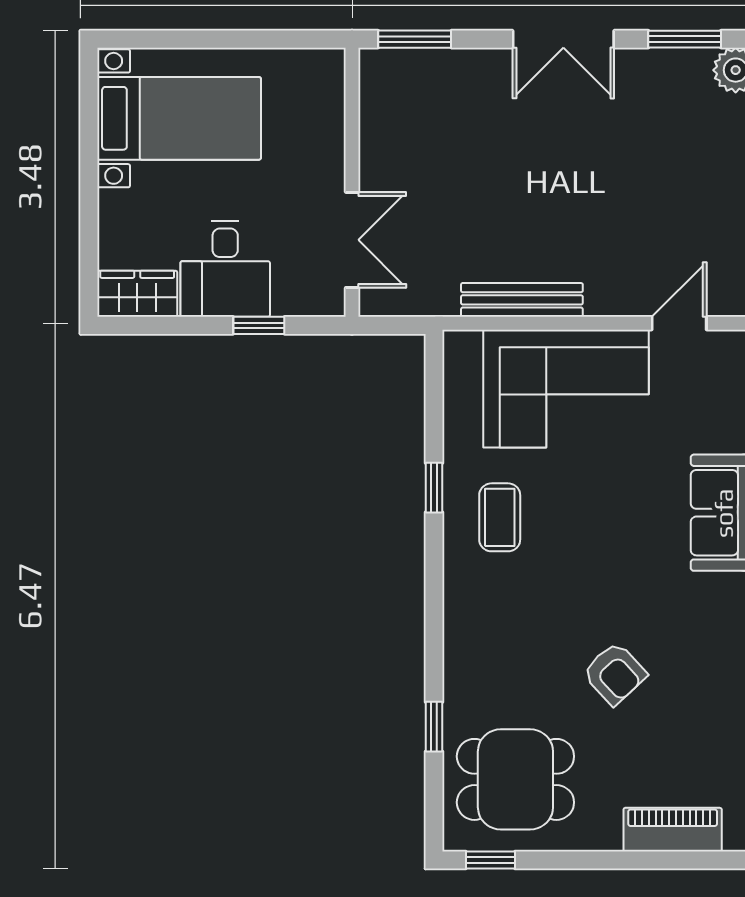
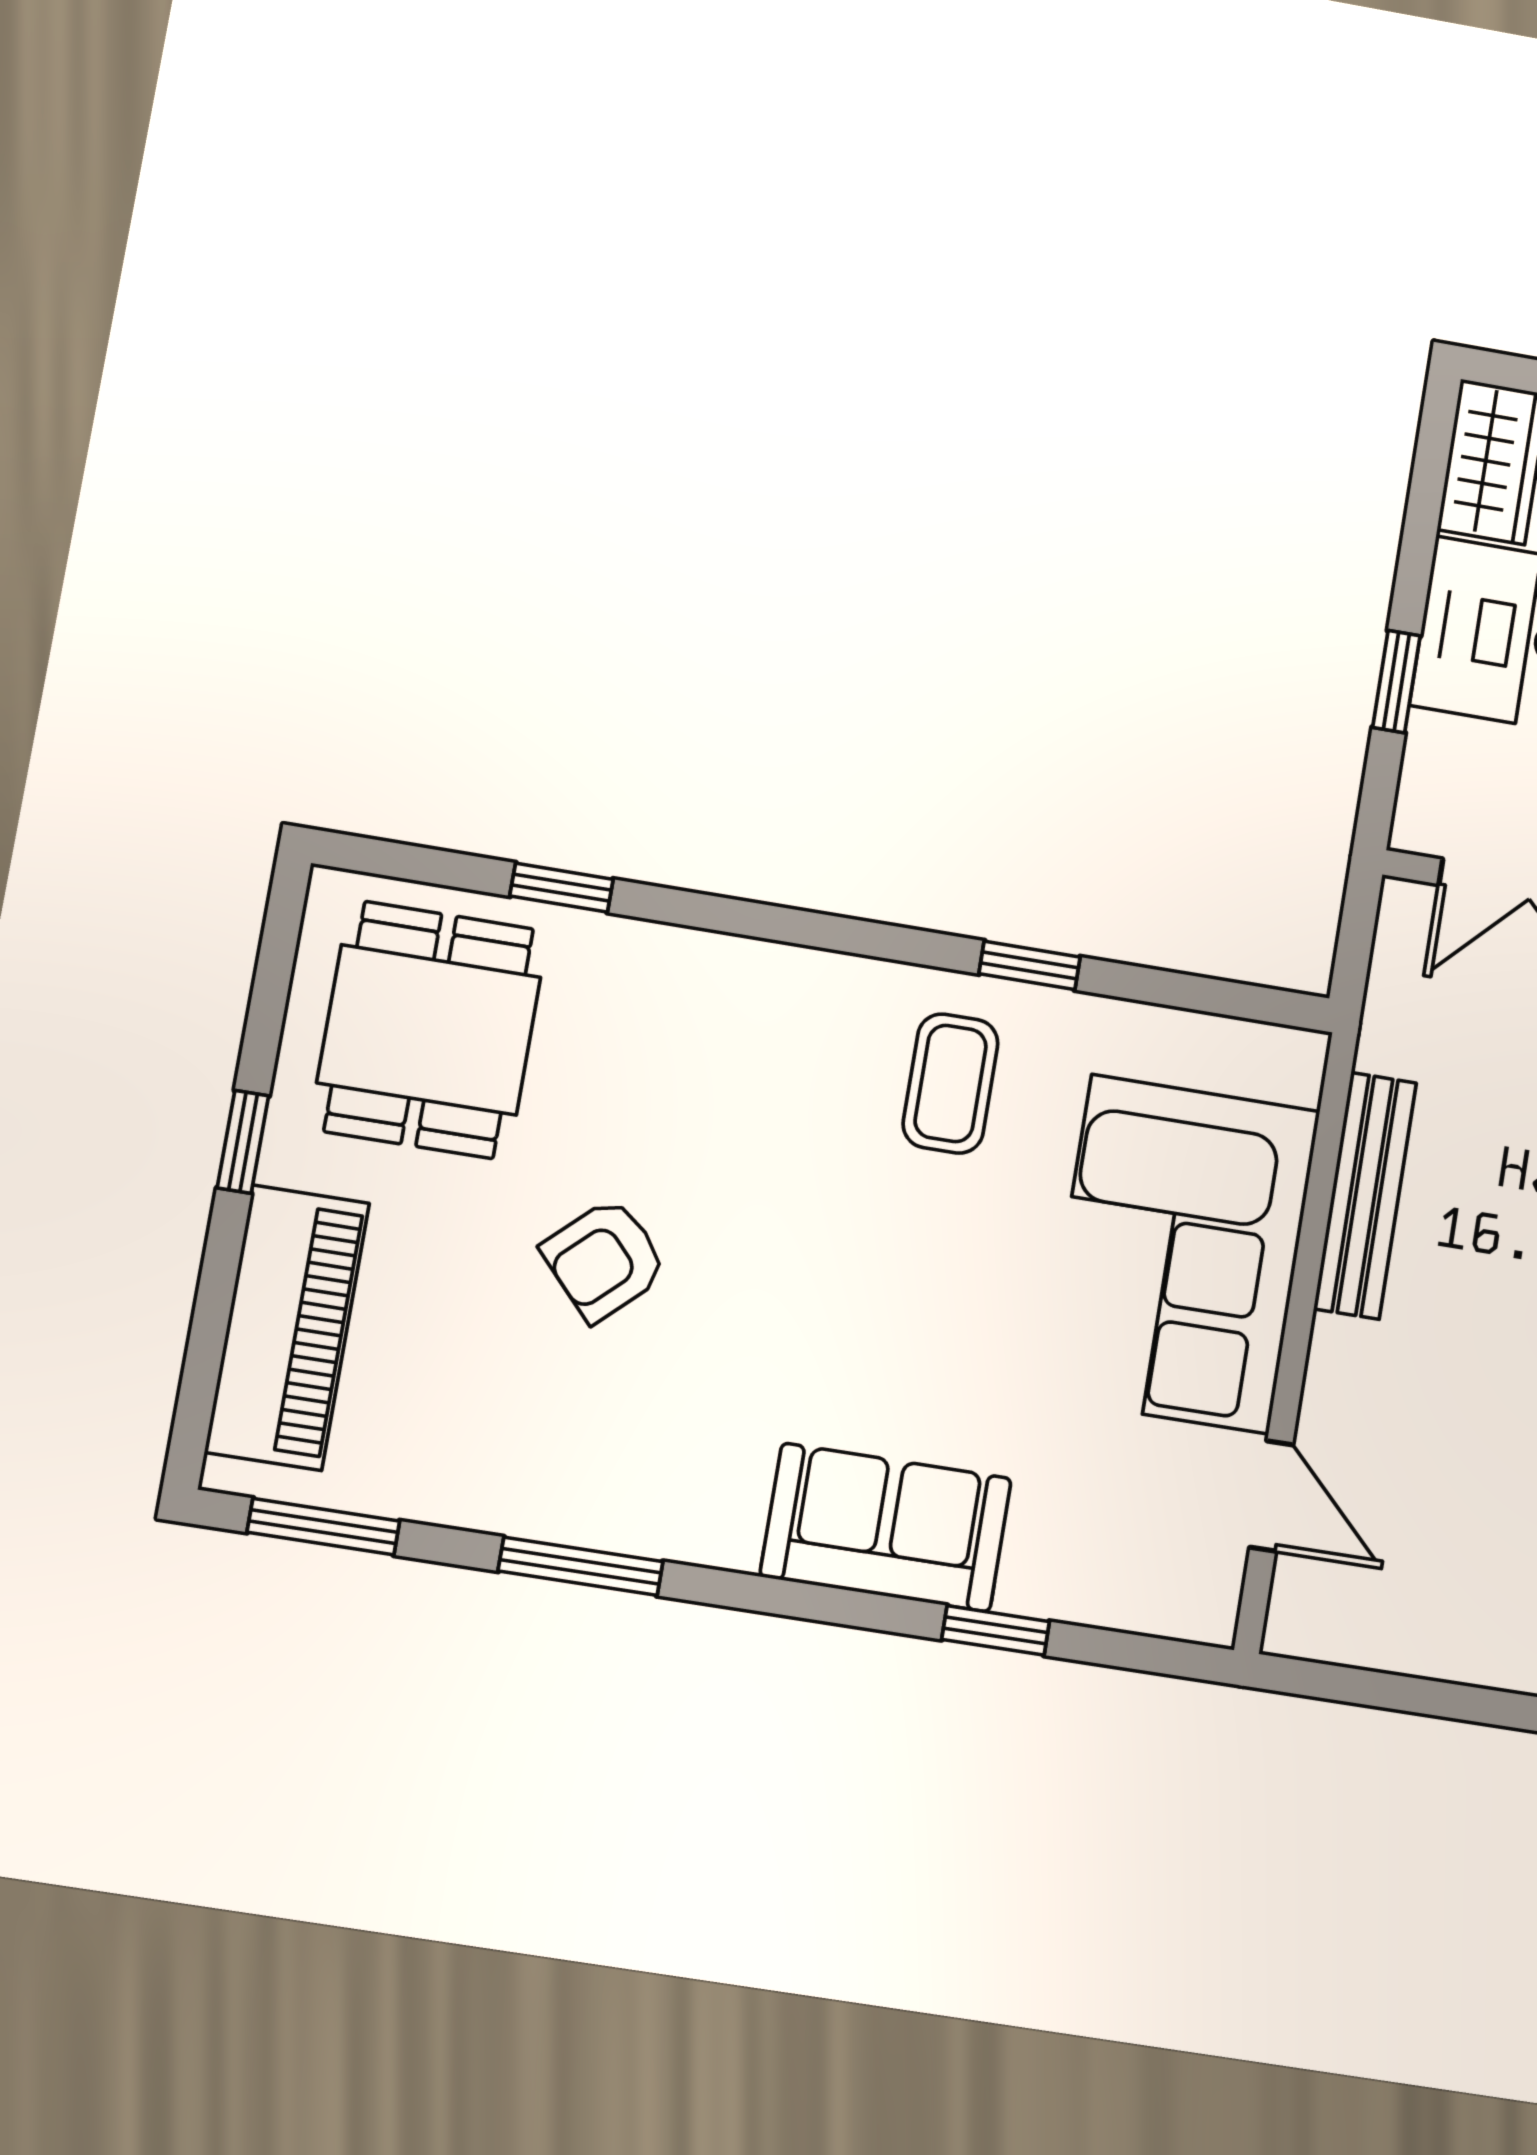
coffee table: (500, 517) -> (950, 1084), turned 90
piano: (673, 830) -> (287, 1328), width x1.37, depth x1.33
window: (490, 860) -> (243, 1142), moved

